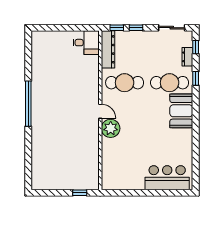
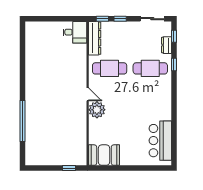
window: (28, 104) -> (22, 121), moved
booth: (181, 111) -> (104, 155), moved, turned 90
bar counter: (167, 178) -> (160, 141), moved, turned -90

